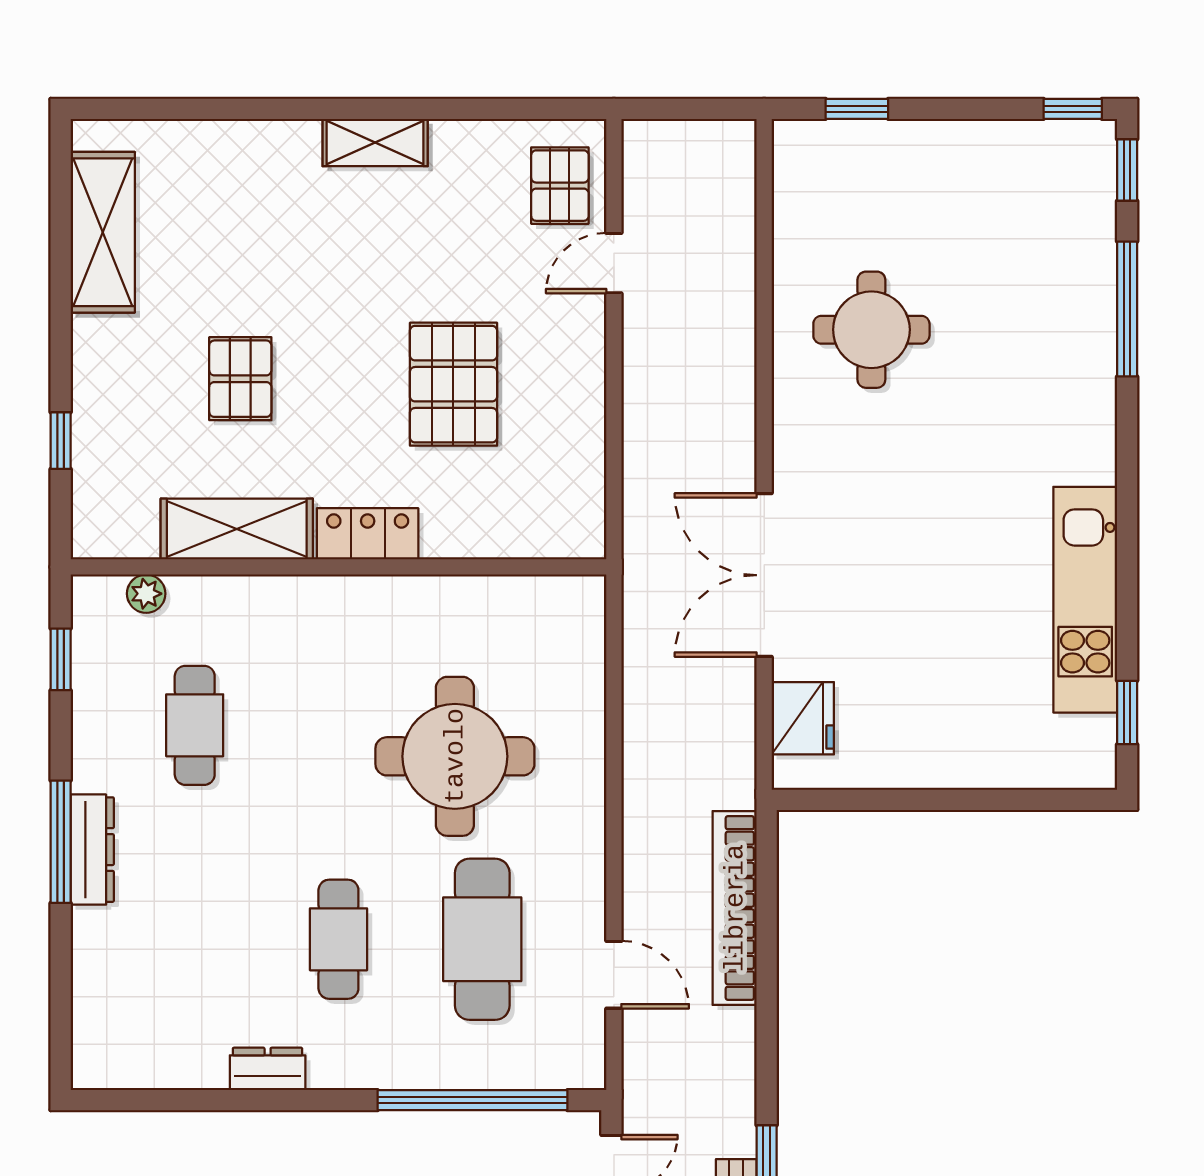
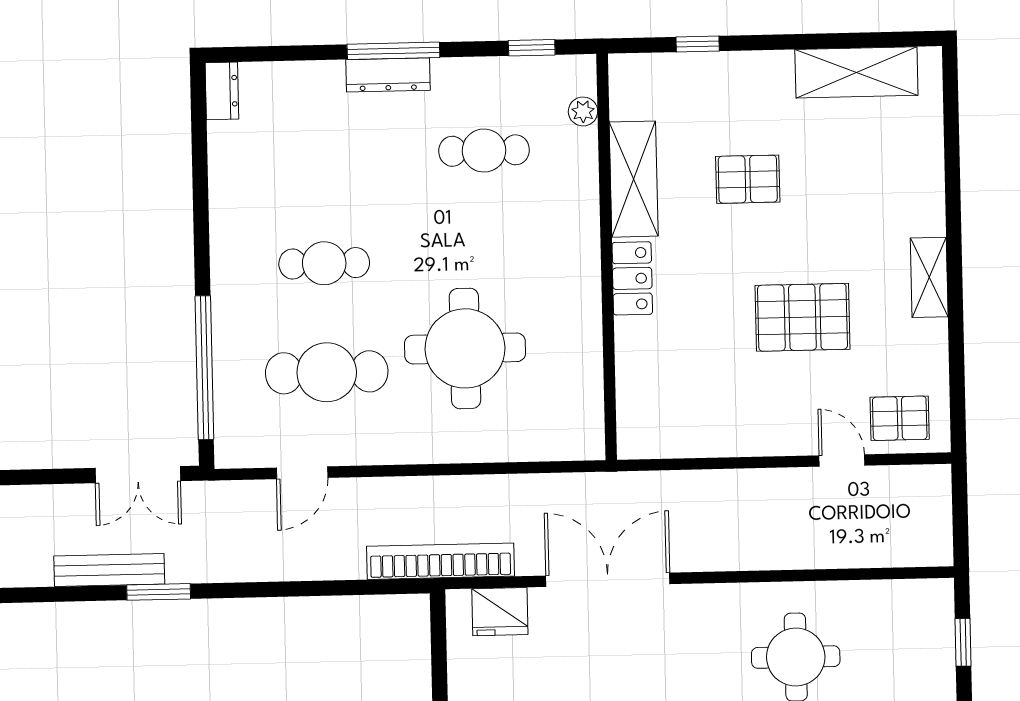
pallet: (453, 384) -> (802, 317), moved
bookcase: (735, 908) -> (441, 561), moved
dresser: (268, 1069) -> (222, 91), moved

